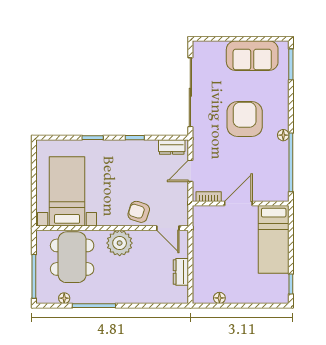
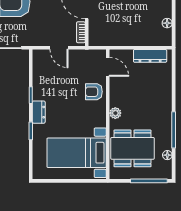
dresser: (172, 147) -> (39, 112), moved
armchair: (139, 212) -> (94, 92), turned 72
door: (168, 228) -> (108, 67), hinge flipped
plant: (120, 243) -> (115, 113), width x0.53, depth x0.53
dresser: (181, 272) -> (150, 56), width x1.44

